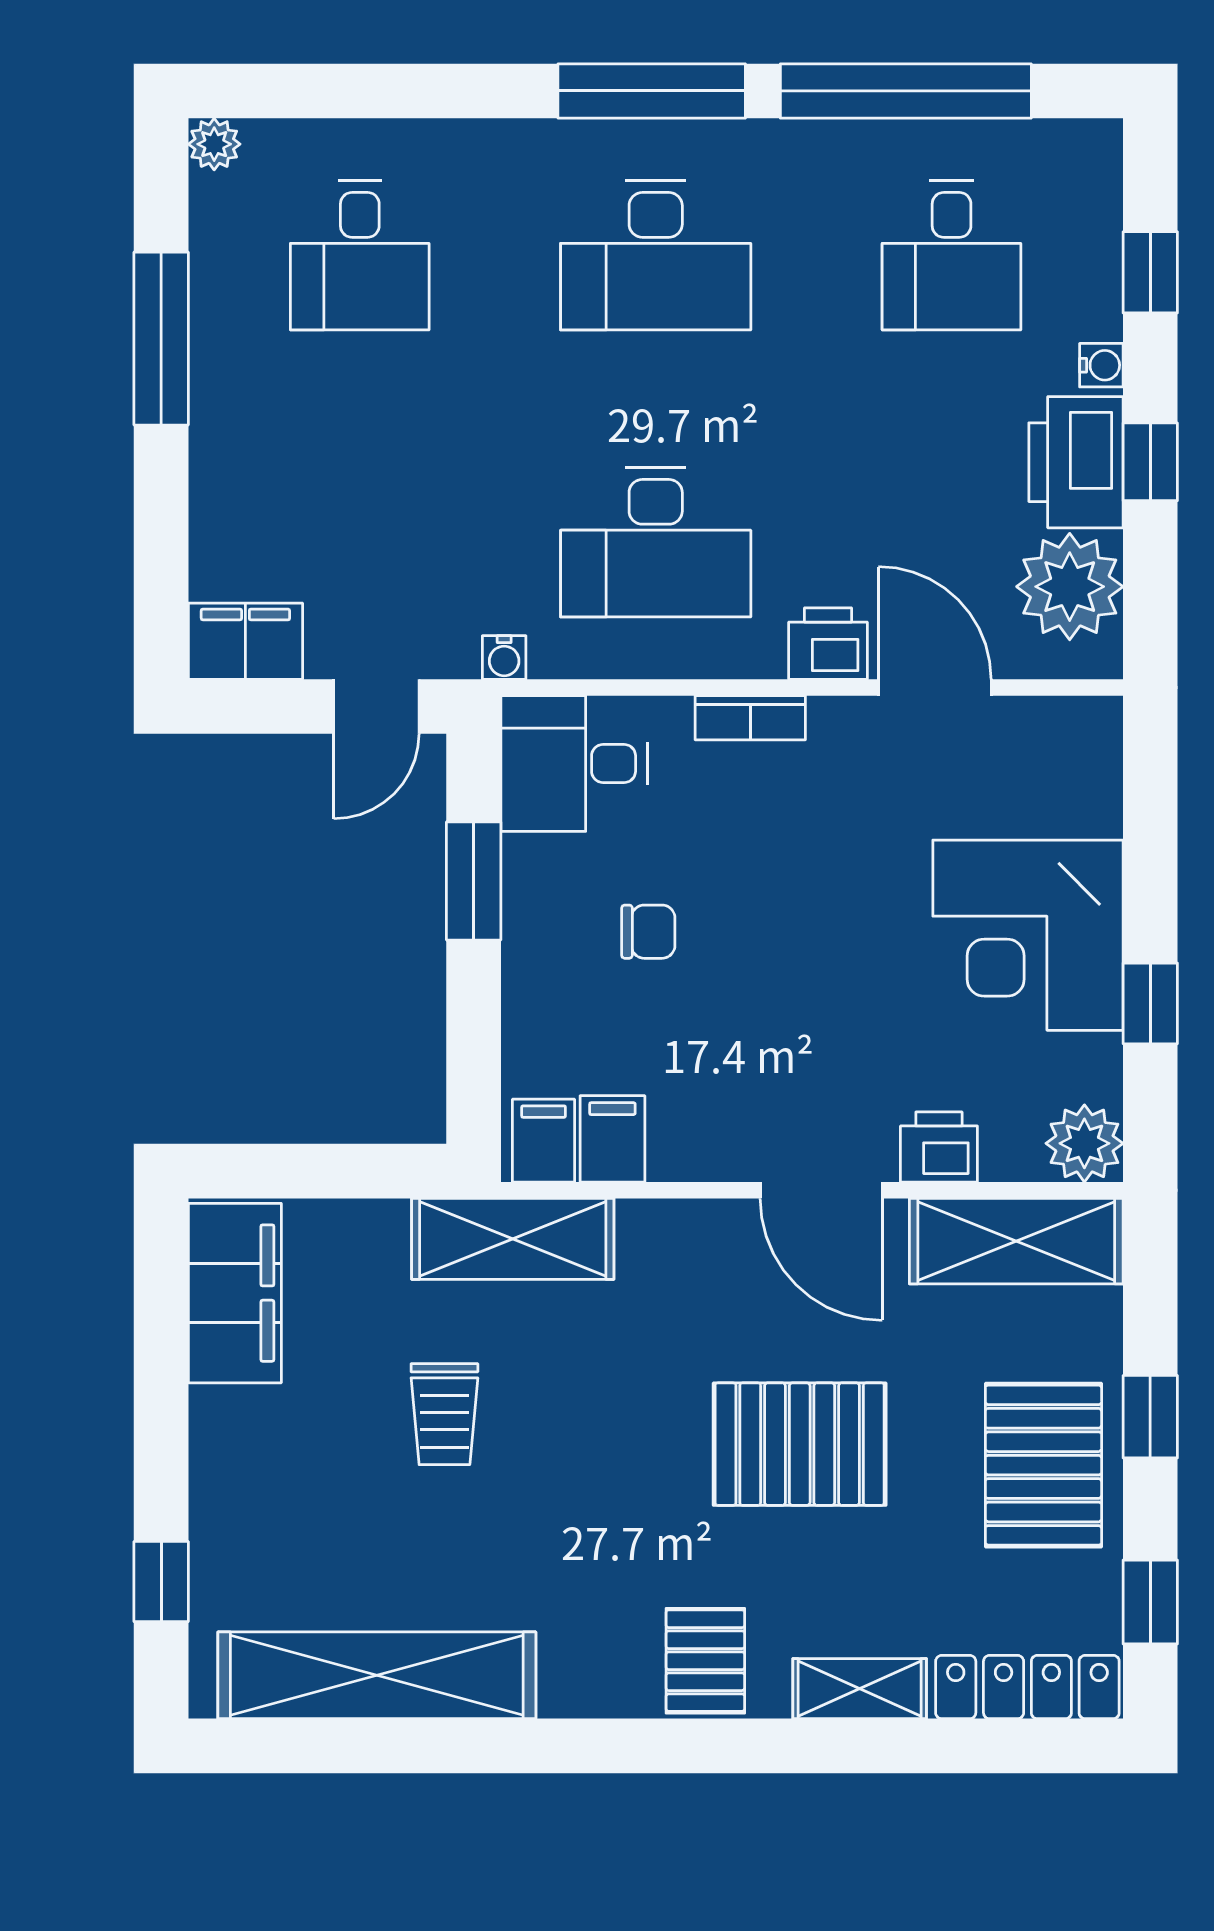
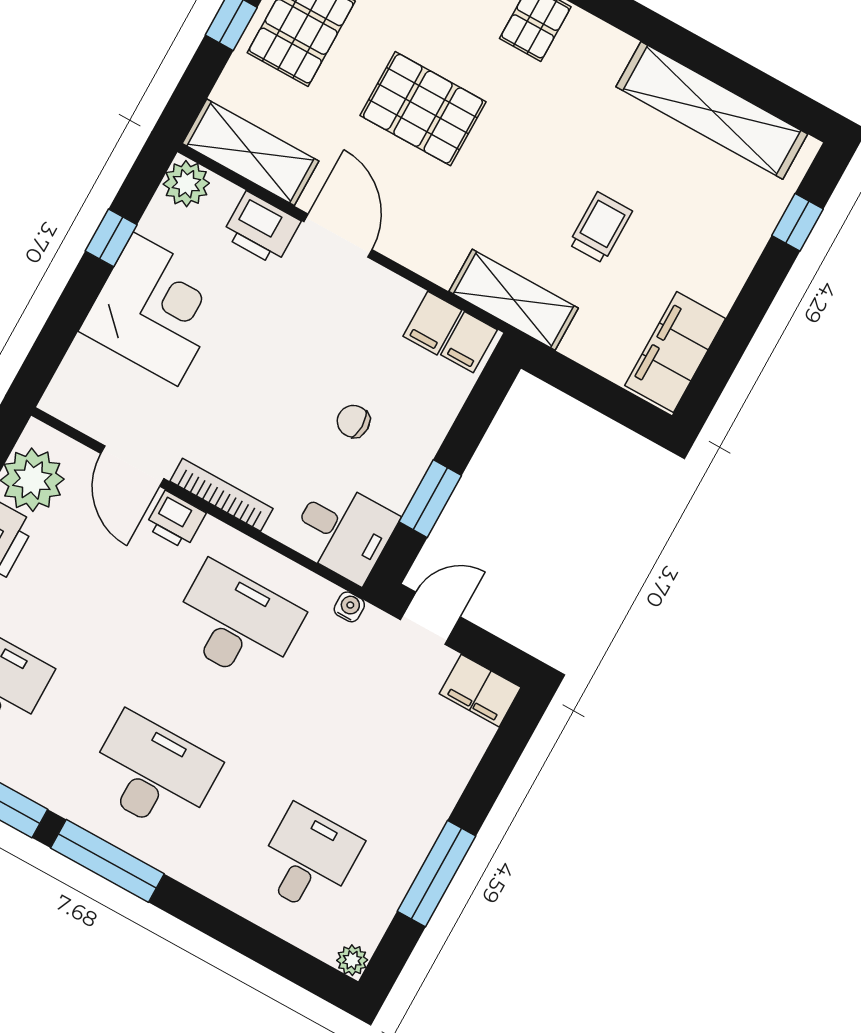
bookcase: (750, 718) -> (221, 495), width x1.56
printer: (939, 1147) -> (261, 228), width x1.36, depth x1.24

